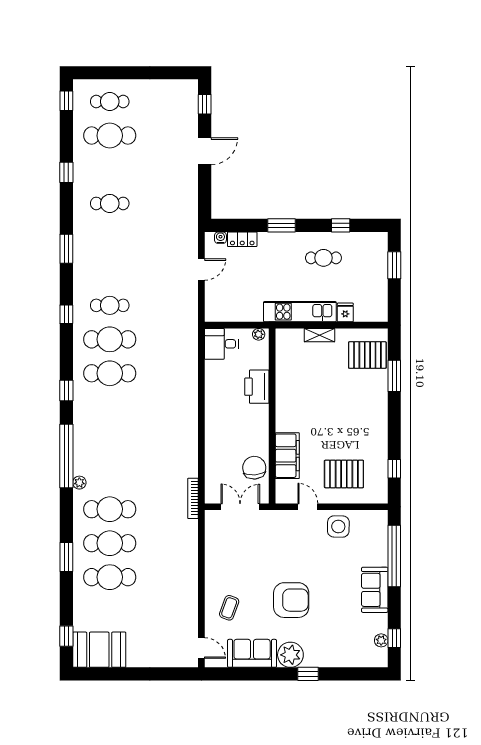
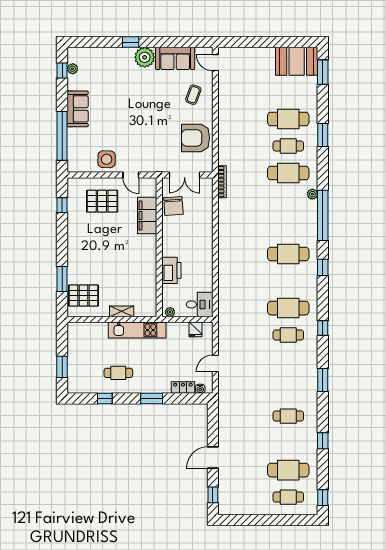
fridge: (345, 312) -> (196, 329), moved
cafe table: (110, 373) -> (288, 254), moved
cafe table: (110, 543) -> (288, 146), width x0.73, depth x0.74
armchair: (291, 600) -> (196, 138), moved
window: (66, 636) -> (323, 72), width x1.50

